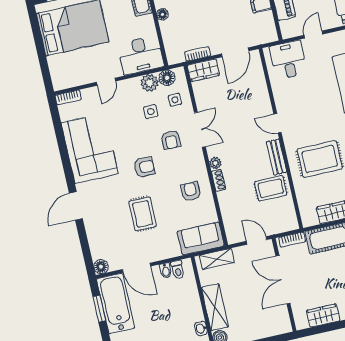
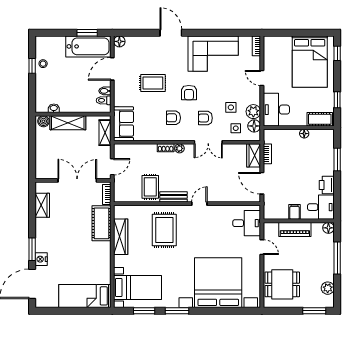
armchair: (191, 192) -> (173, 118), moved, turned 180

